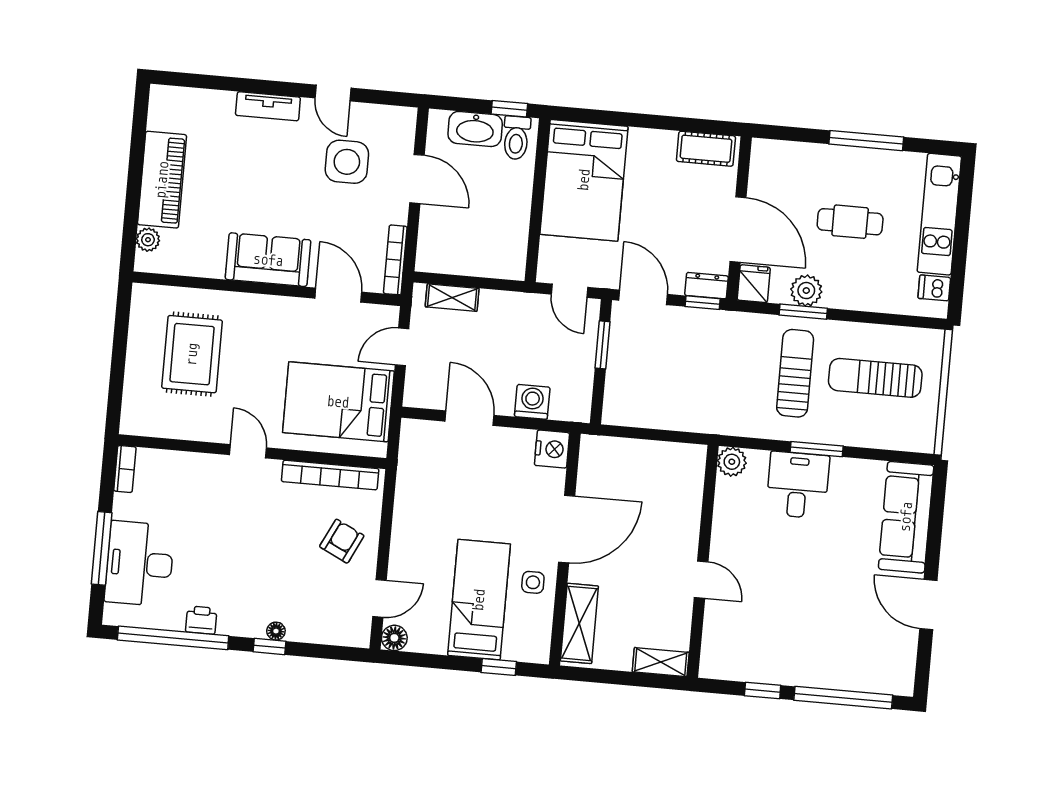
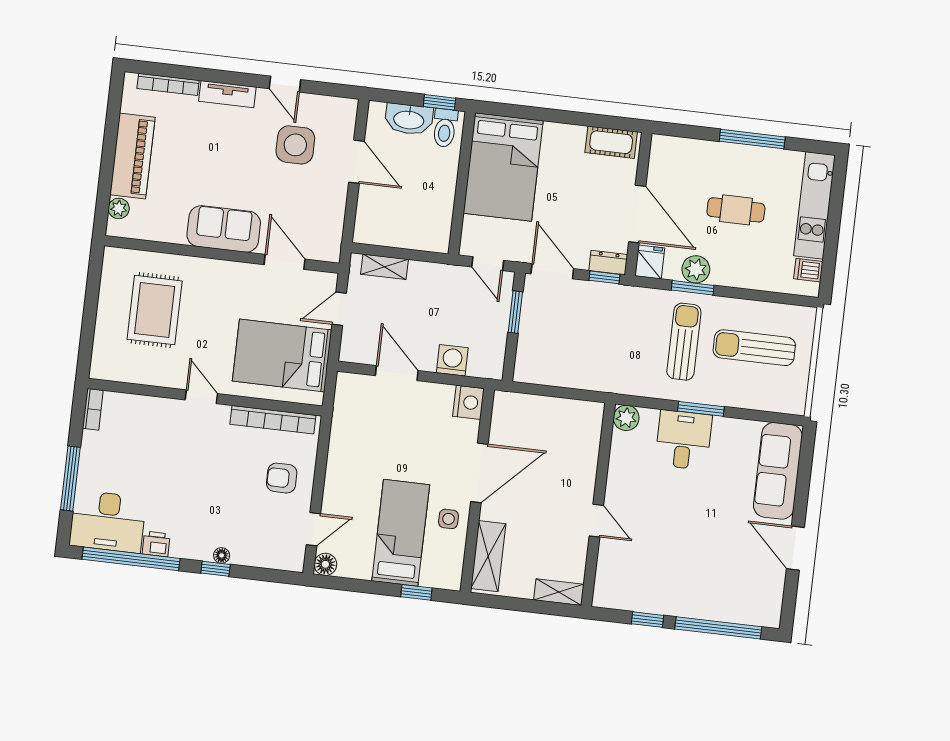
bookcase: (395, 260) -> (168, 84), moved, turned -90
armchair: (342, 541) -> (282, 478), turned -116
desk: (139, 564) -> (108, 522), moved, turned -90

